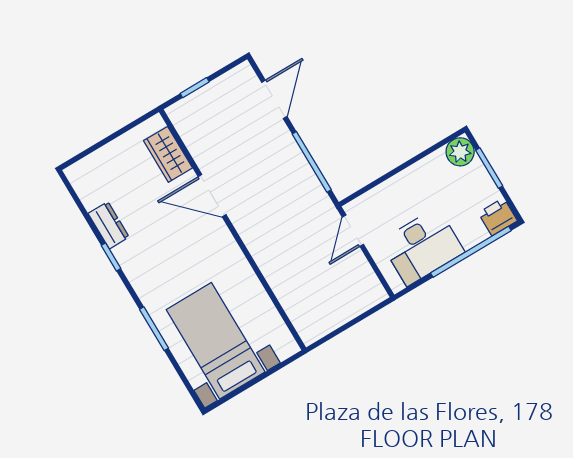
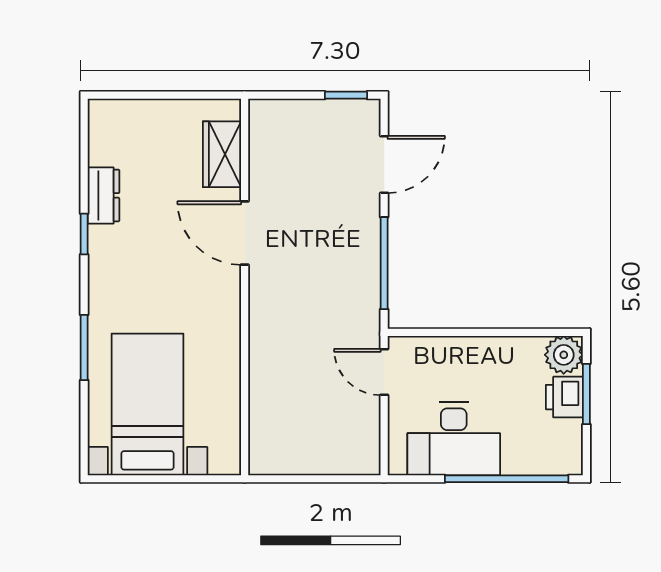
window: (195, 88) -> (346, 95), moved
printer: (498, 217) -> (564, 397), moved, turned -90
door: (353, 231) -> (384, 372), hinge flipped

